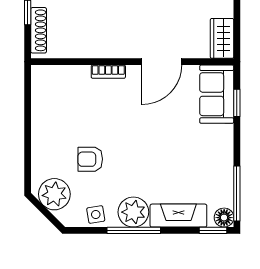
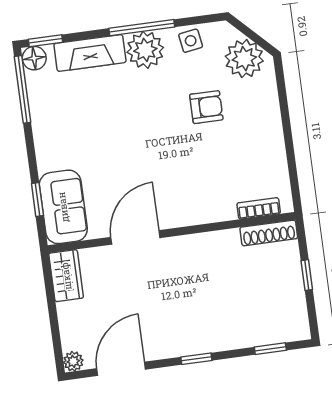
shoe rack: (39, 30) -> (269, 233), moved, turned -90
bookcase: (108, 72) -> (259, 208), moved

